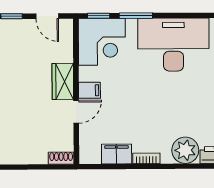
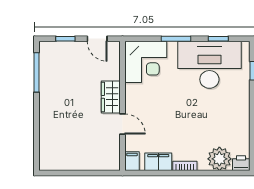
window: (99, 16) -> (218, 39), moved
filing cabinet: (89, 90) -> (132, 161), moved, turned -90
door: (76, 112) -> (122, 124), hinge flipped
shoe rack: (61, 158) -> (109, 165), removed

